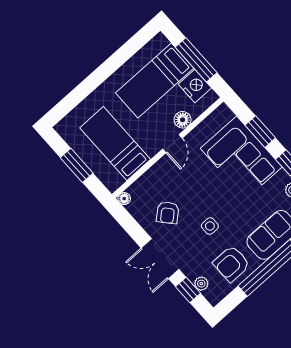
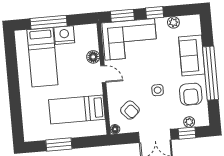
floor lamp: (183, 120) -> (93, 57), moved
bed: (115, 144) -> (77, 109), moved
door: (172, 144) -> (103, 74), moved
wall: (168, 148) -> (104, 79), moved
floor lamp: (124, 199) -> (115, 129), moved

